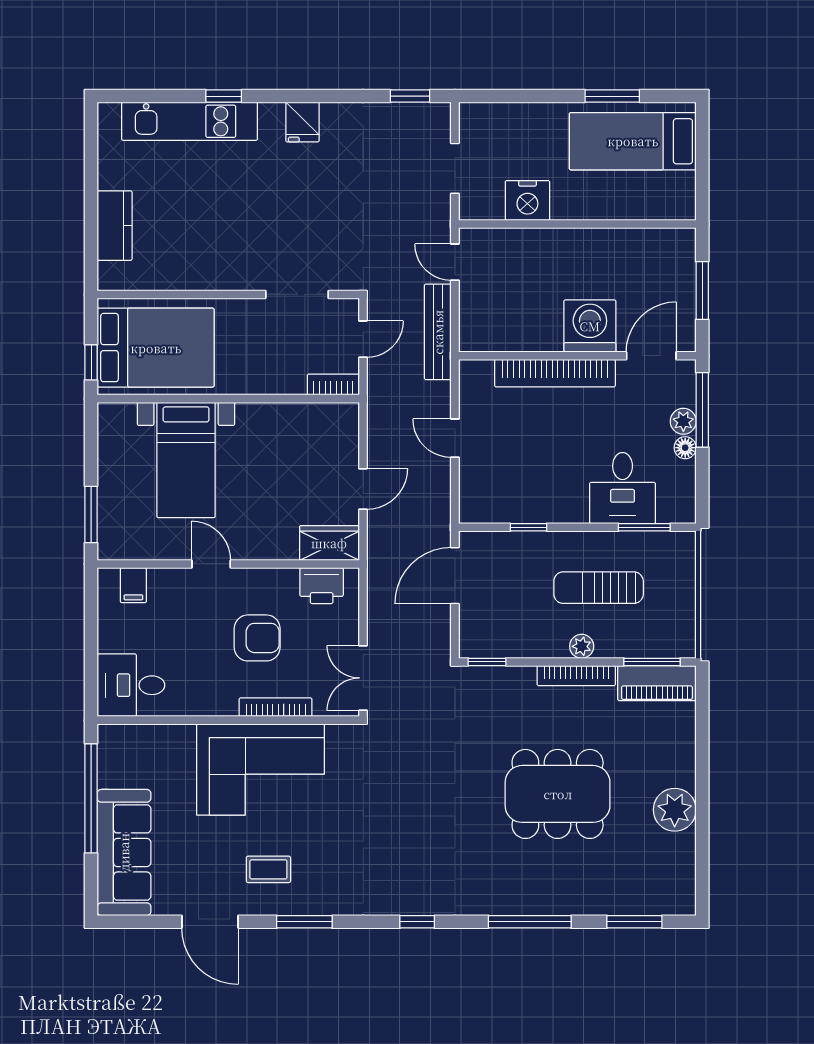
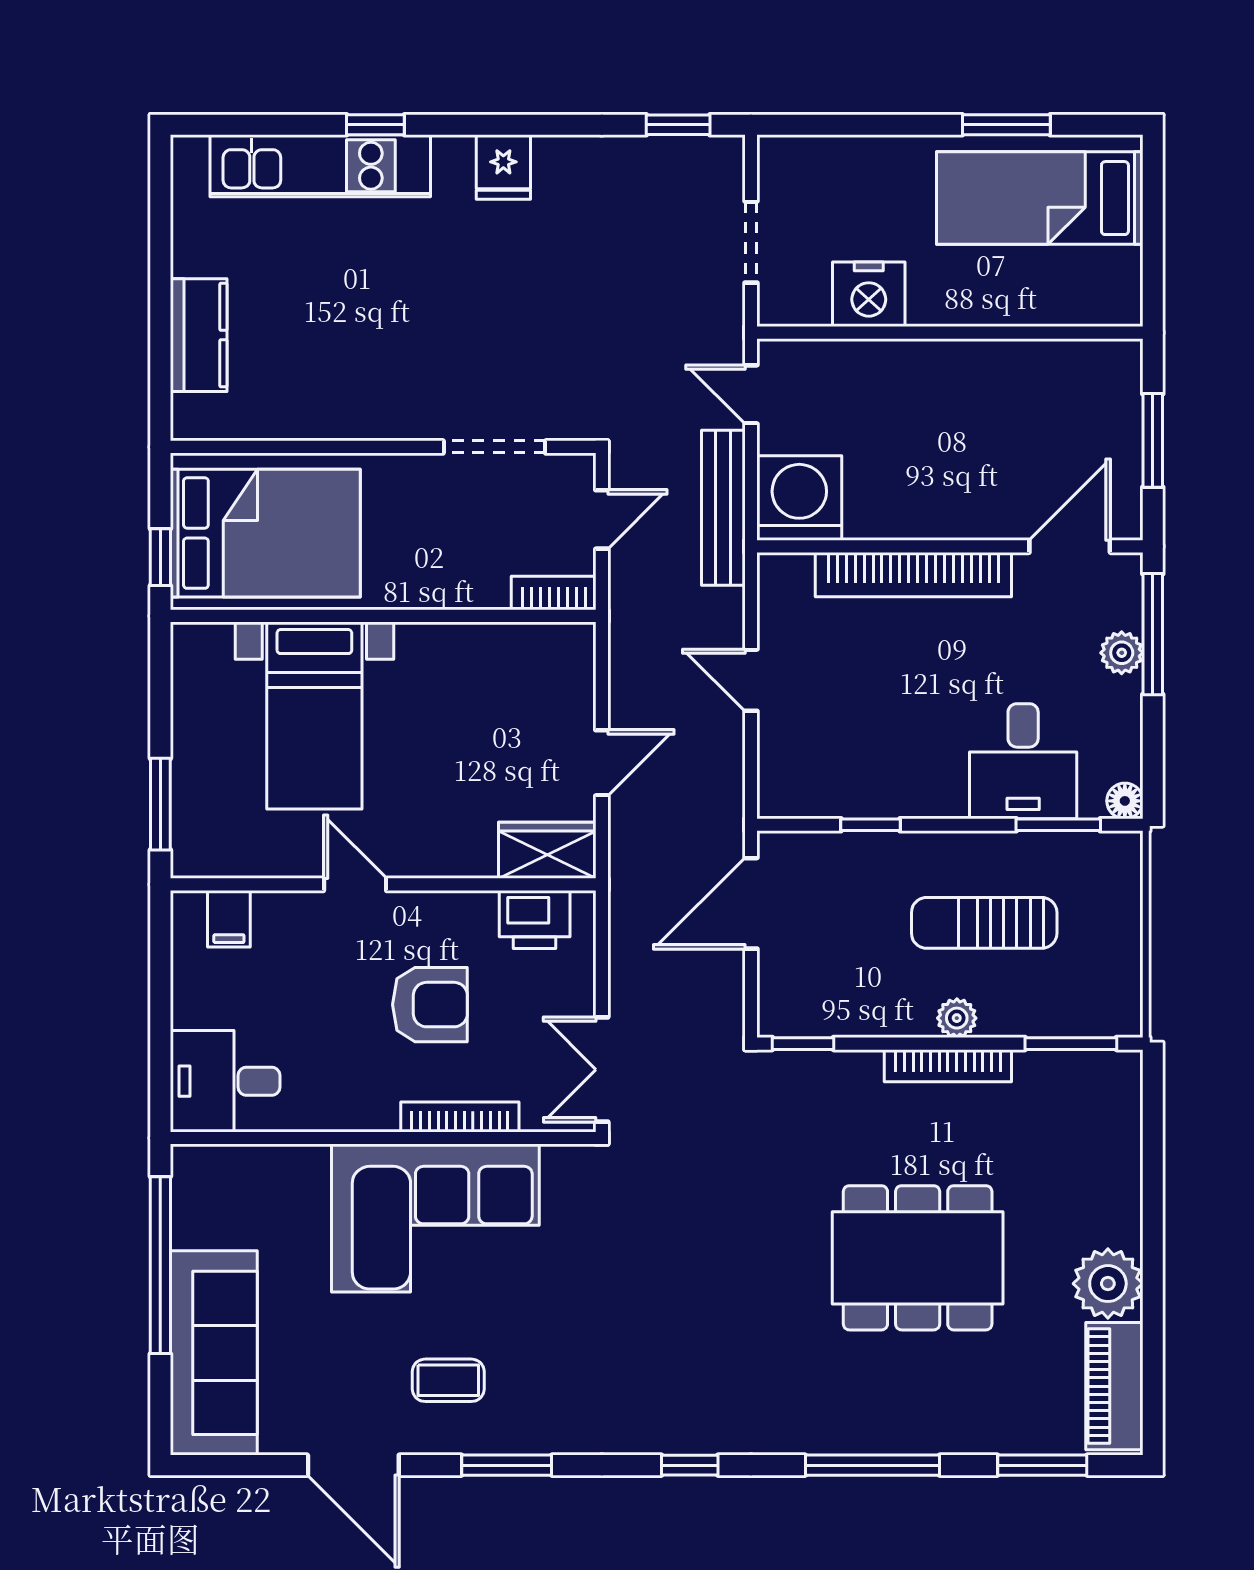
washing machine: (590, 326) -> (799, 498), moved
floor lamp: (685, 448) -> (1125, 801), moved
piano: (657, 683) -> (1114, 1386), moved, turned 90

